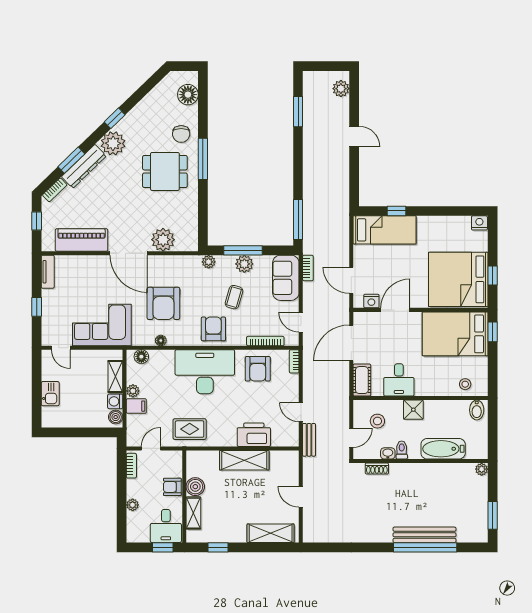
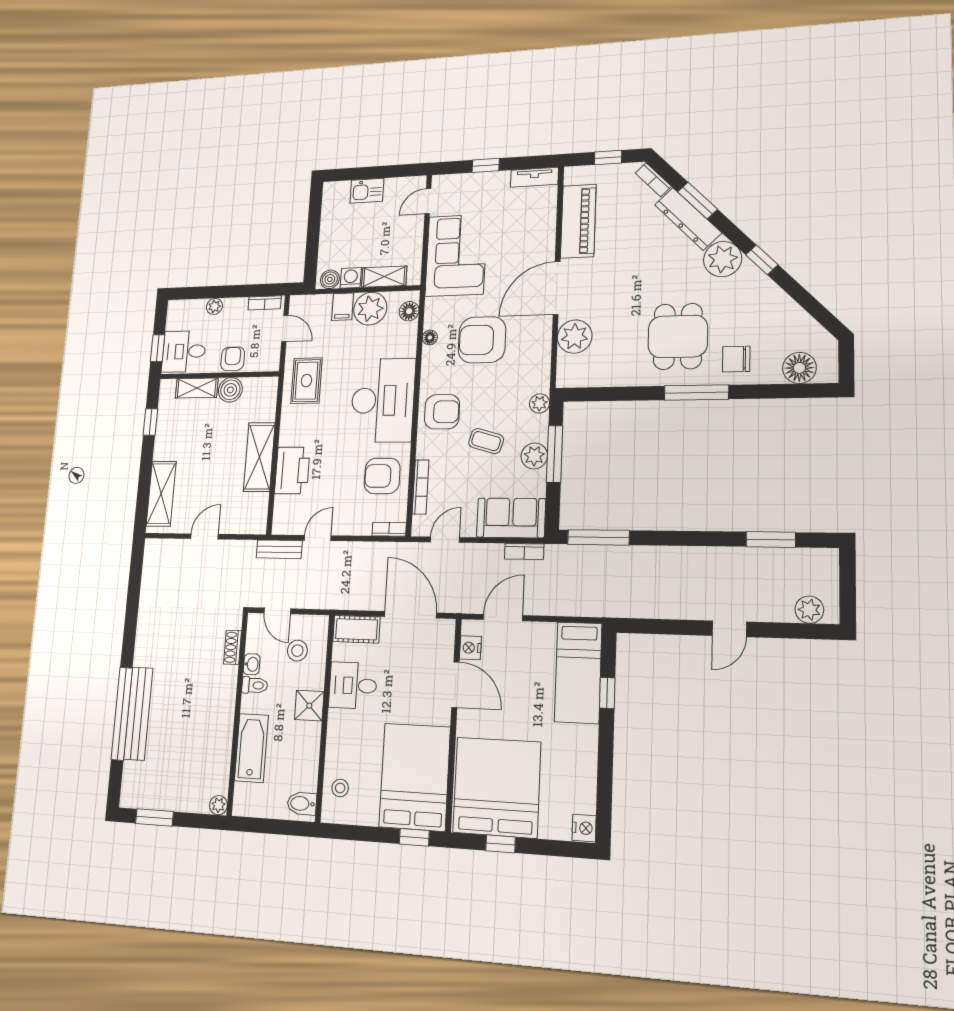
plant: (133, 391) -> (370, 309), width x1.88, depth x1.88

